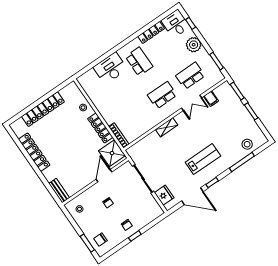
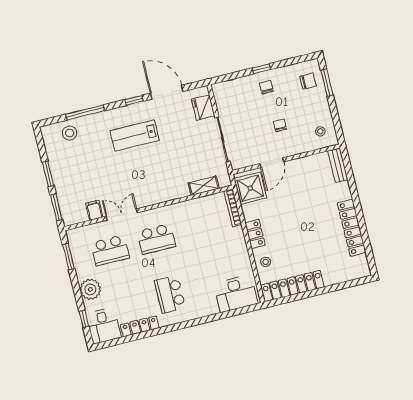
desk: (110, 68) -> (236, 293), moved
locker: (43, 109) -> (293, 286), moved
shelving: (167, 127) -> (204, 186), moved
locker: (100, 128) -> (255, 234), width x0.66

